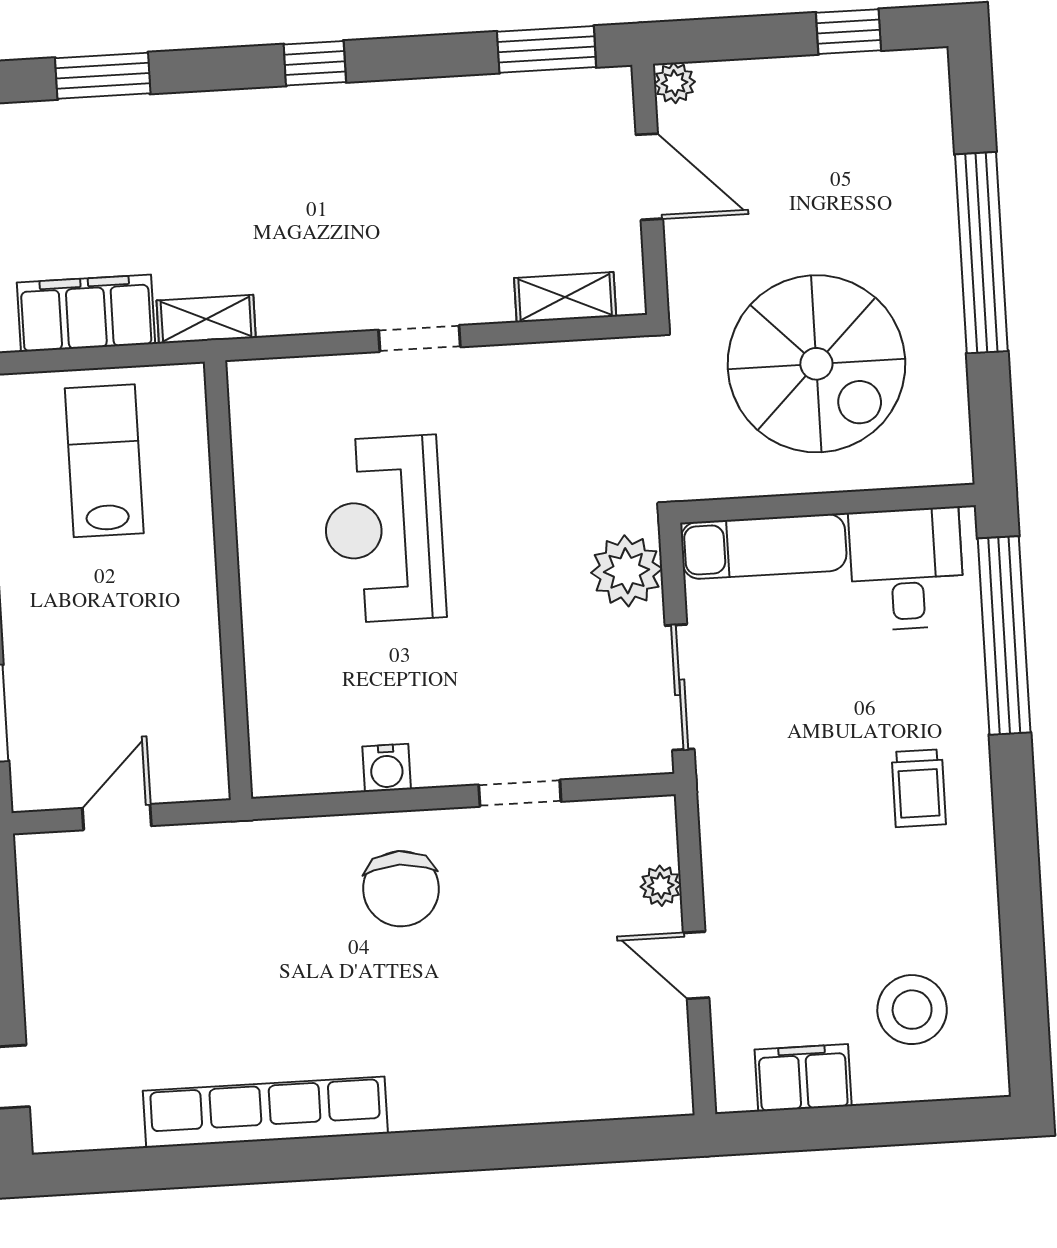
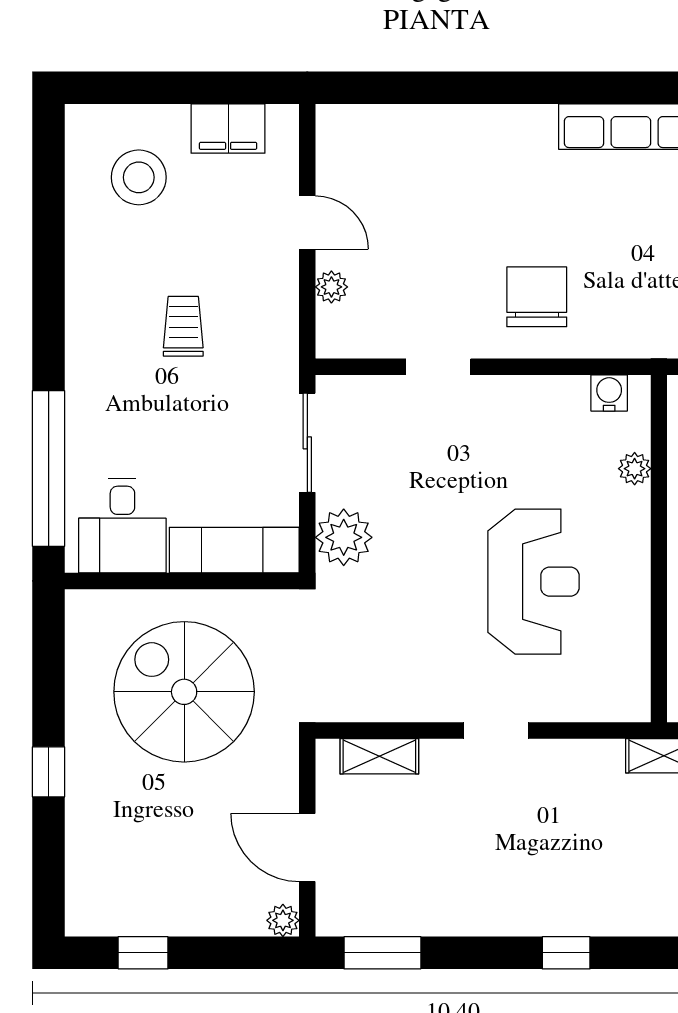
window: (981, 253) -> (49, 772), width x0.32
plant: (265, 679) -> (635, 469), added
water cooler: (387, 768) -> (609, 393), moved
trolley: (919, 788) -> (183, 326), moved

